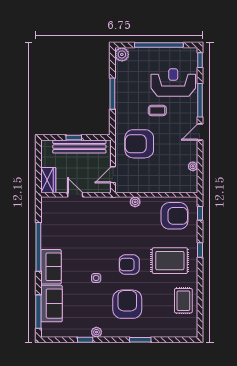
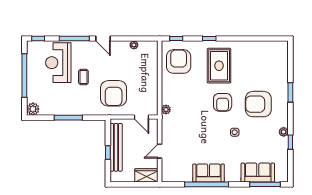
plant: (135, 202) -> (166, 110), moved
sofa: (51, 267) -> (209, 173), moved
rug: (183, 301) -> (255, 53), removed

